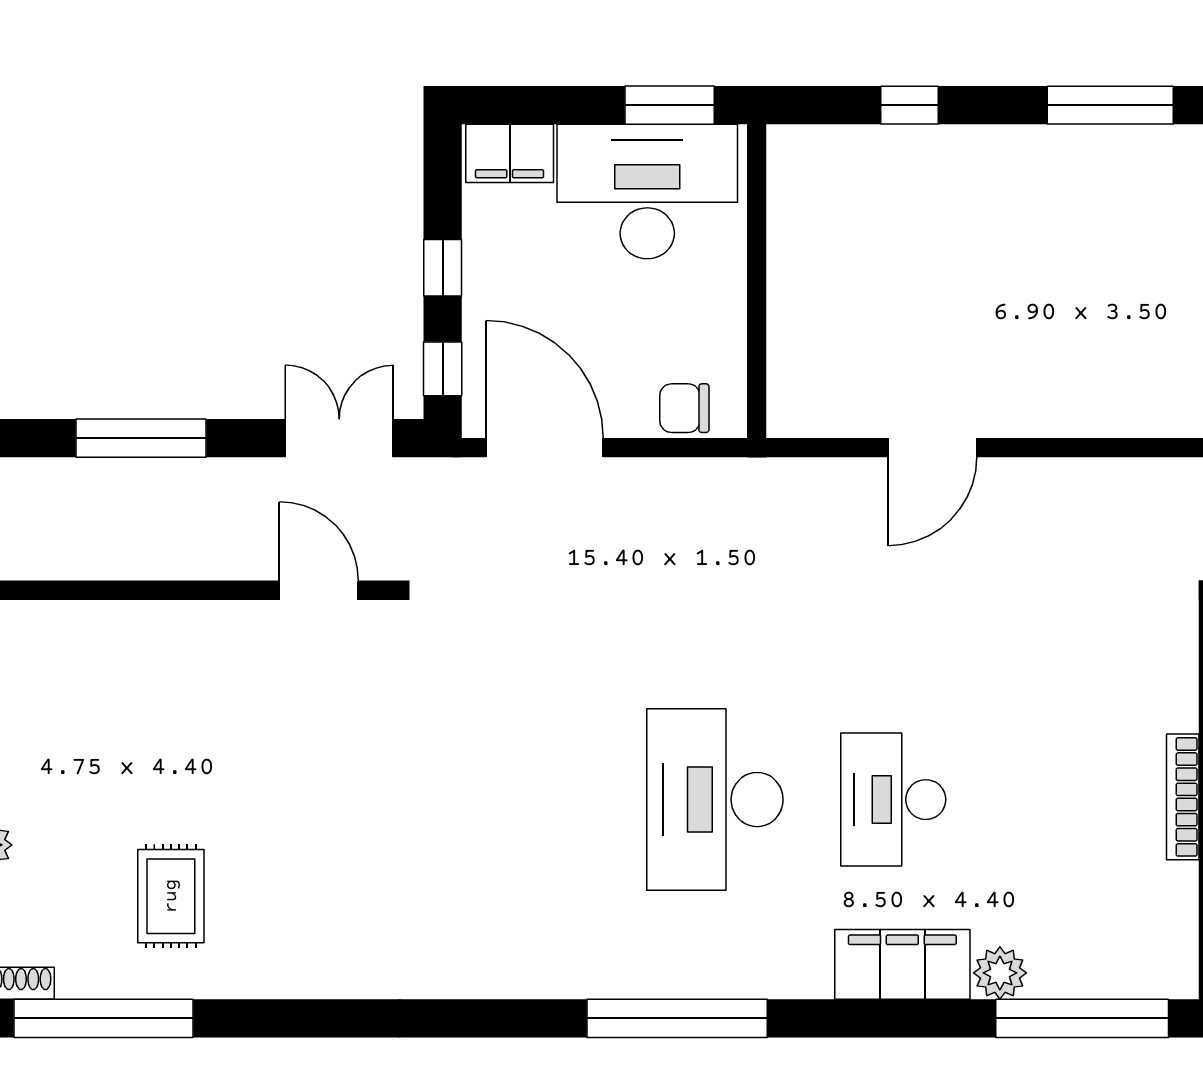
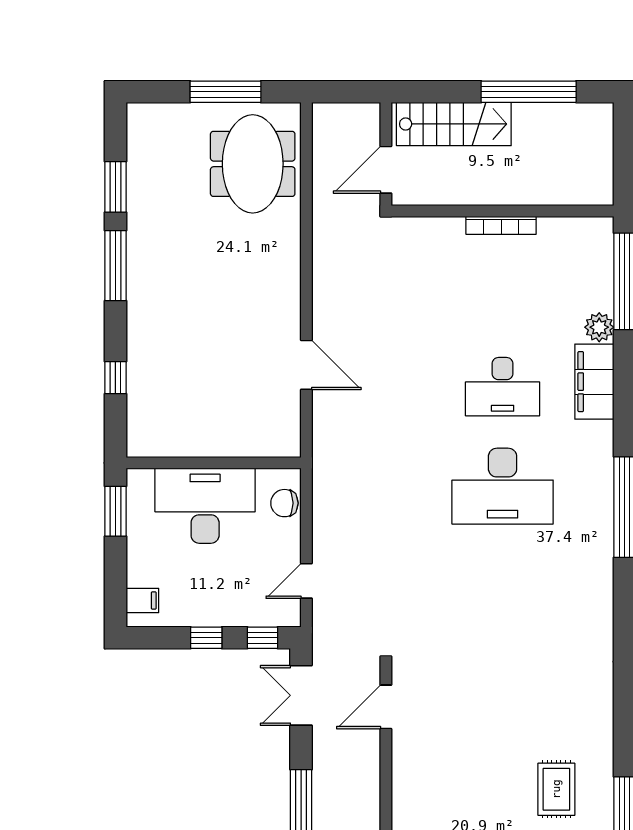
filing cabinet: (510, 153) -> (142, 601), width x0.50
desk: (647, 192) -> (205, 506), moved, turned 90
chair: (684, 408) -> (284, 503), turned 90
door: (545, 448) -> (306, 581), width x0.53
rug: (171, 896) -> (556, 789), turned 90

